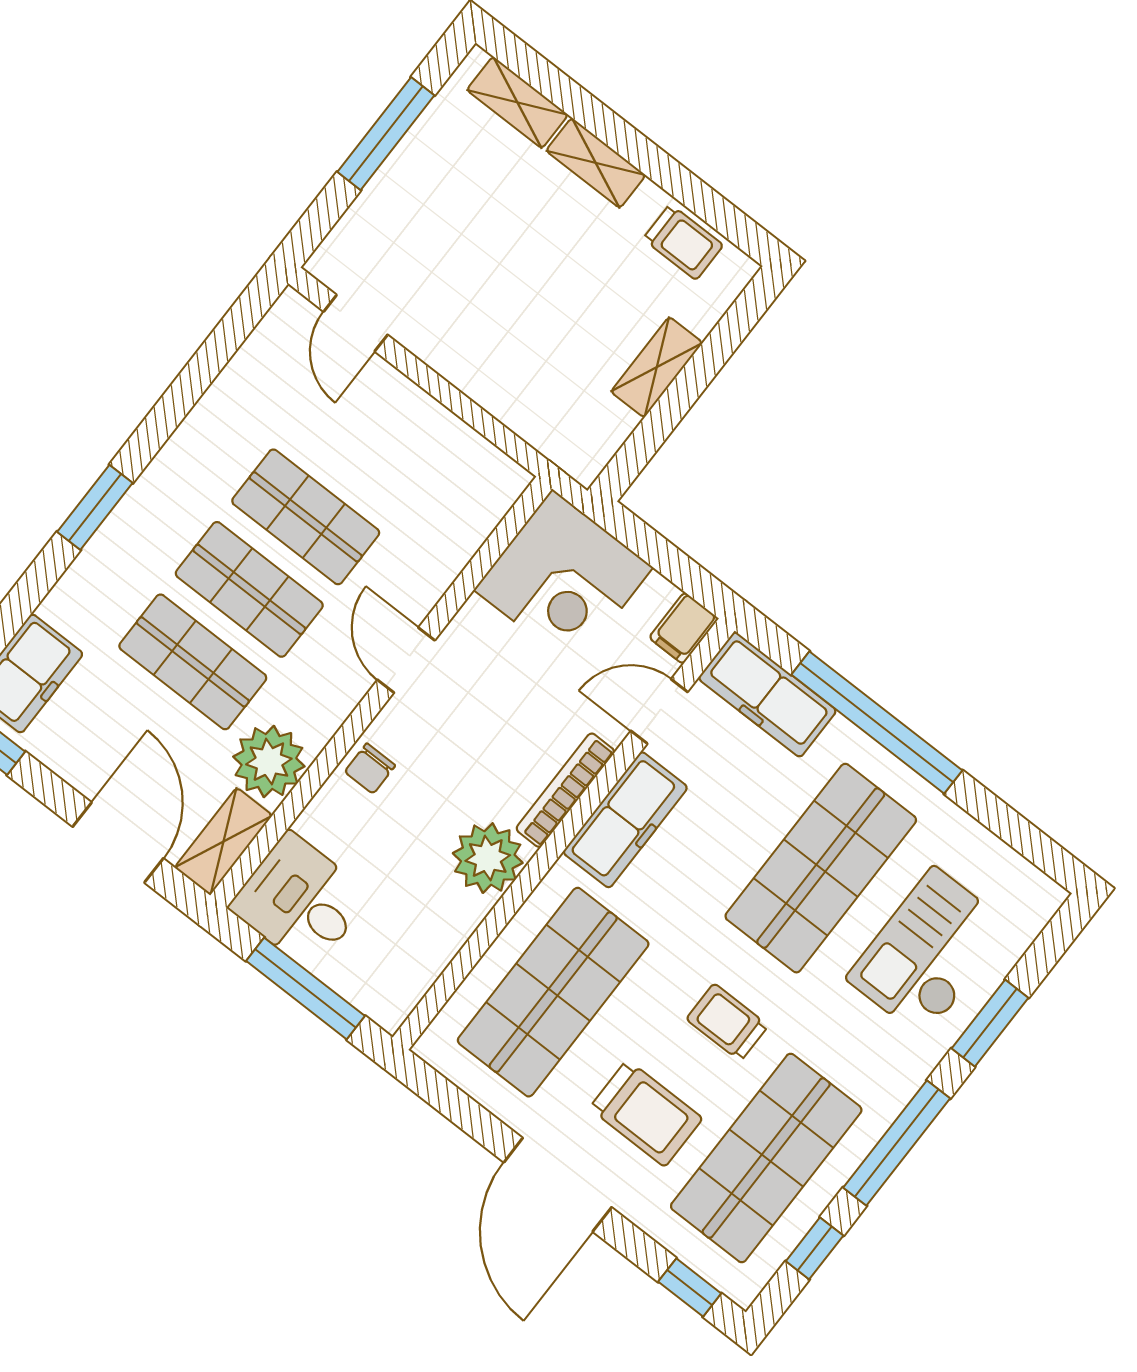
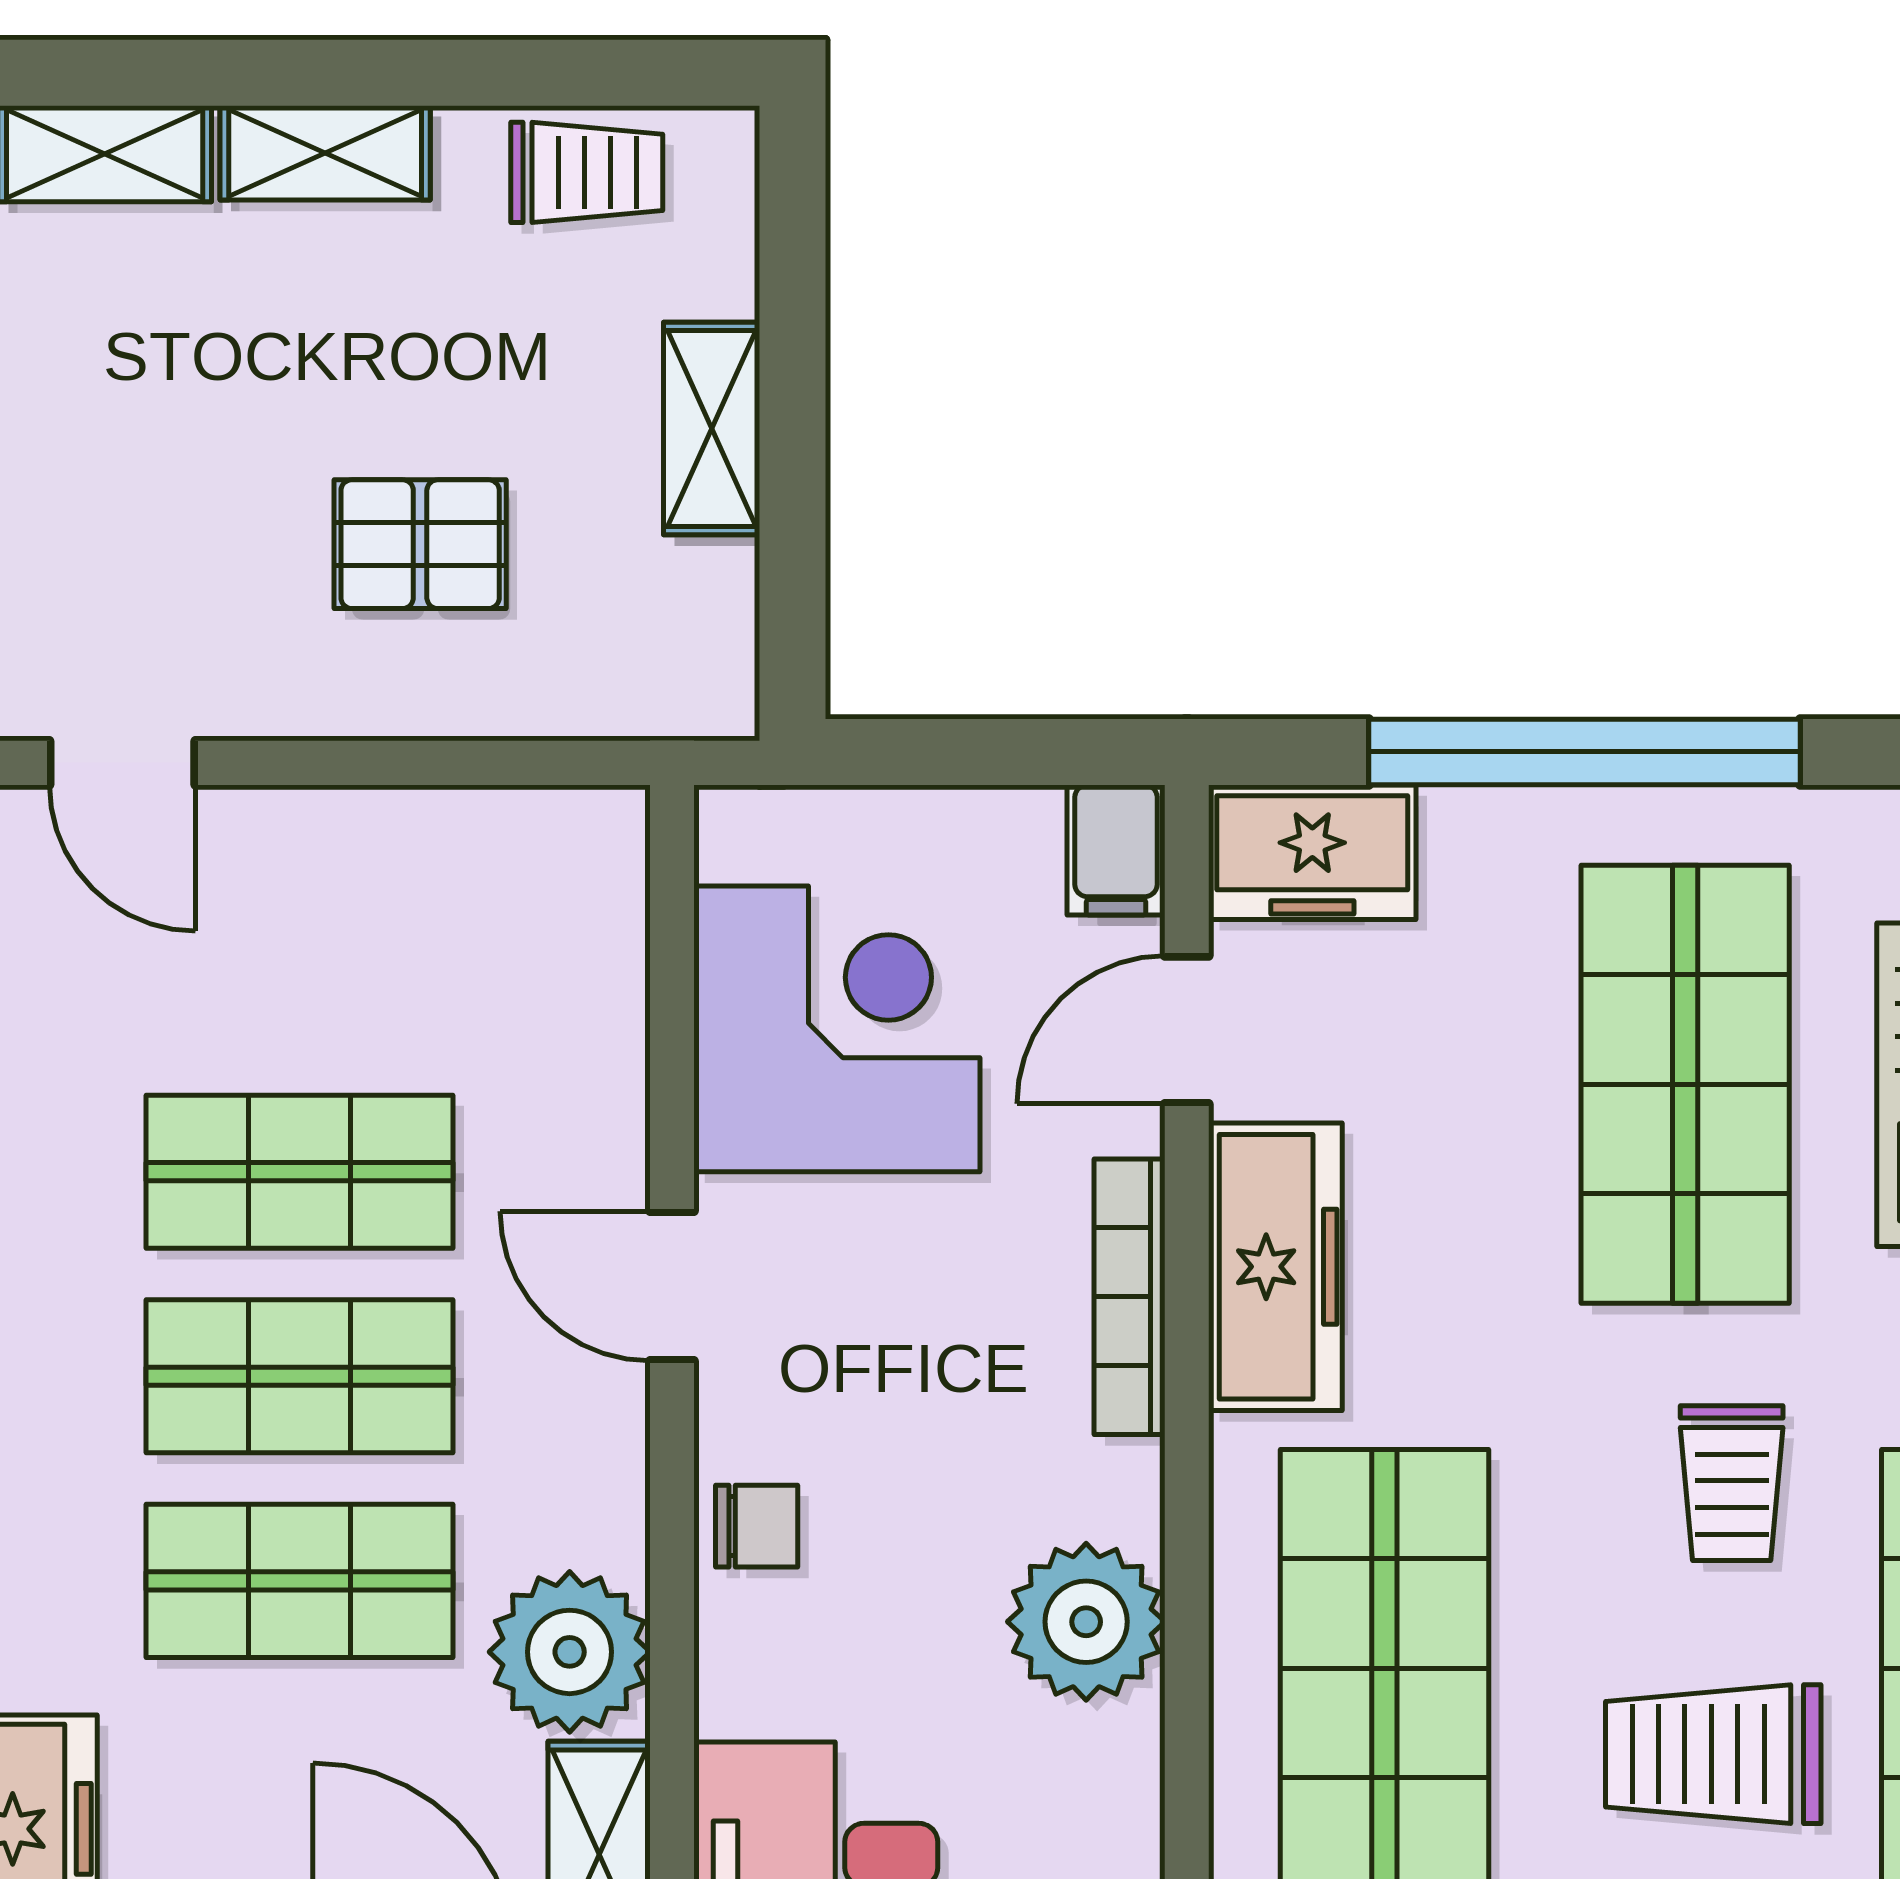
pallet: (522, 328) -> (420, 544), added
corner desk: (563, 579) -> (837, 1029), moved, turned -90
freezer: (767, 694) -> (1312, 852), width x0.71
chair: (370, 769) -> (757, 1526), turned -90
plant: (488, 858) -> (1086, 1622), moved
trolley: (727, 1022) -> (1732, 1483), turned -90
trolley: (646, 1113) -> (1713, 1754), turned 180

